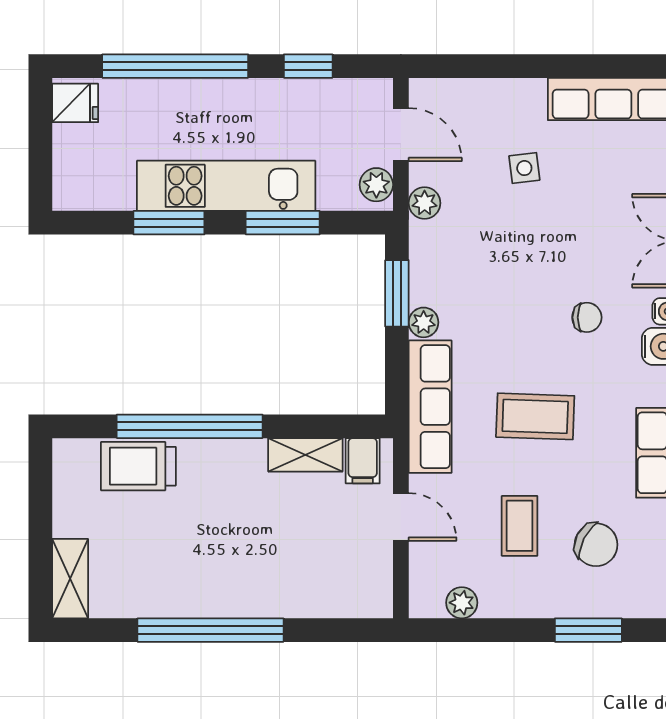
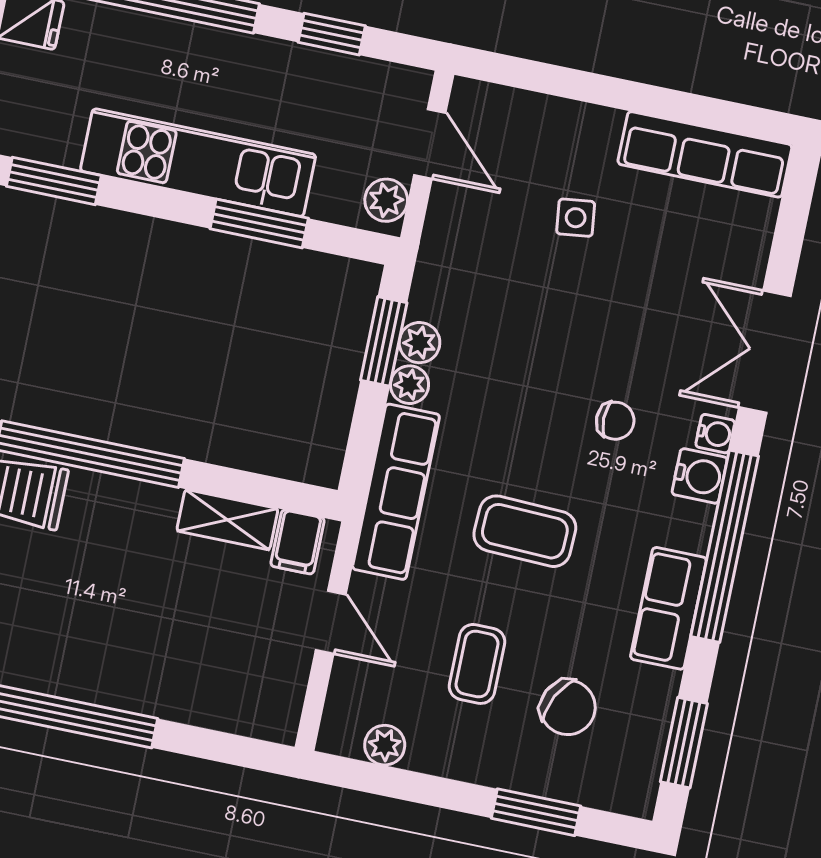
plant: (425, 203) -> (420, 343), moved
window: (169, 223) -> (54, 181), moved

